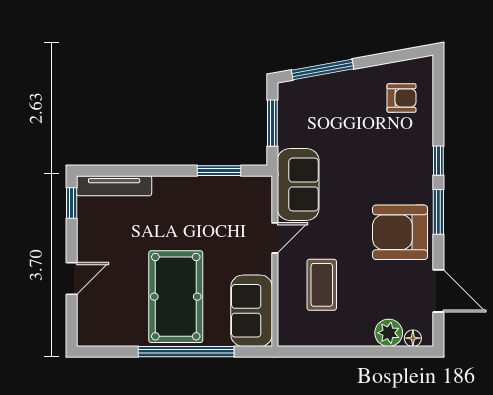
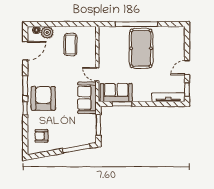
armchair: (400, 232) -> (43, 98), moved, turned -90
door: (275, 238) -> (97, 74), hinge flipped
door: (72, 279) -> (187, 68), moved
coffee table: (322, 285) -> (70, 45), moved
door: (438, 291) -> (25, 51), swing flipped
sofa: (252, 311) -> (116, 93), moved, turned -90

